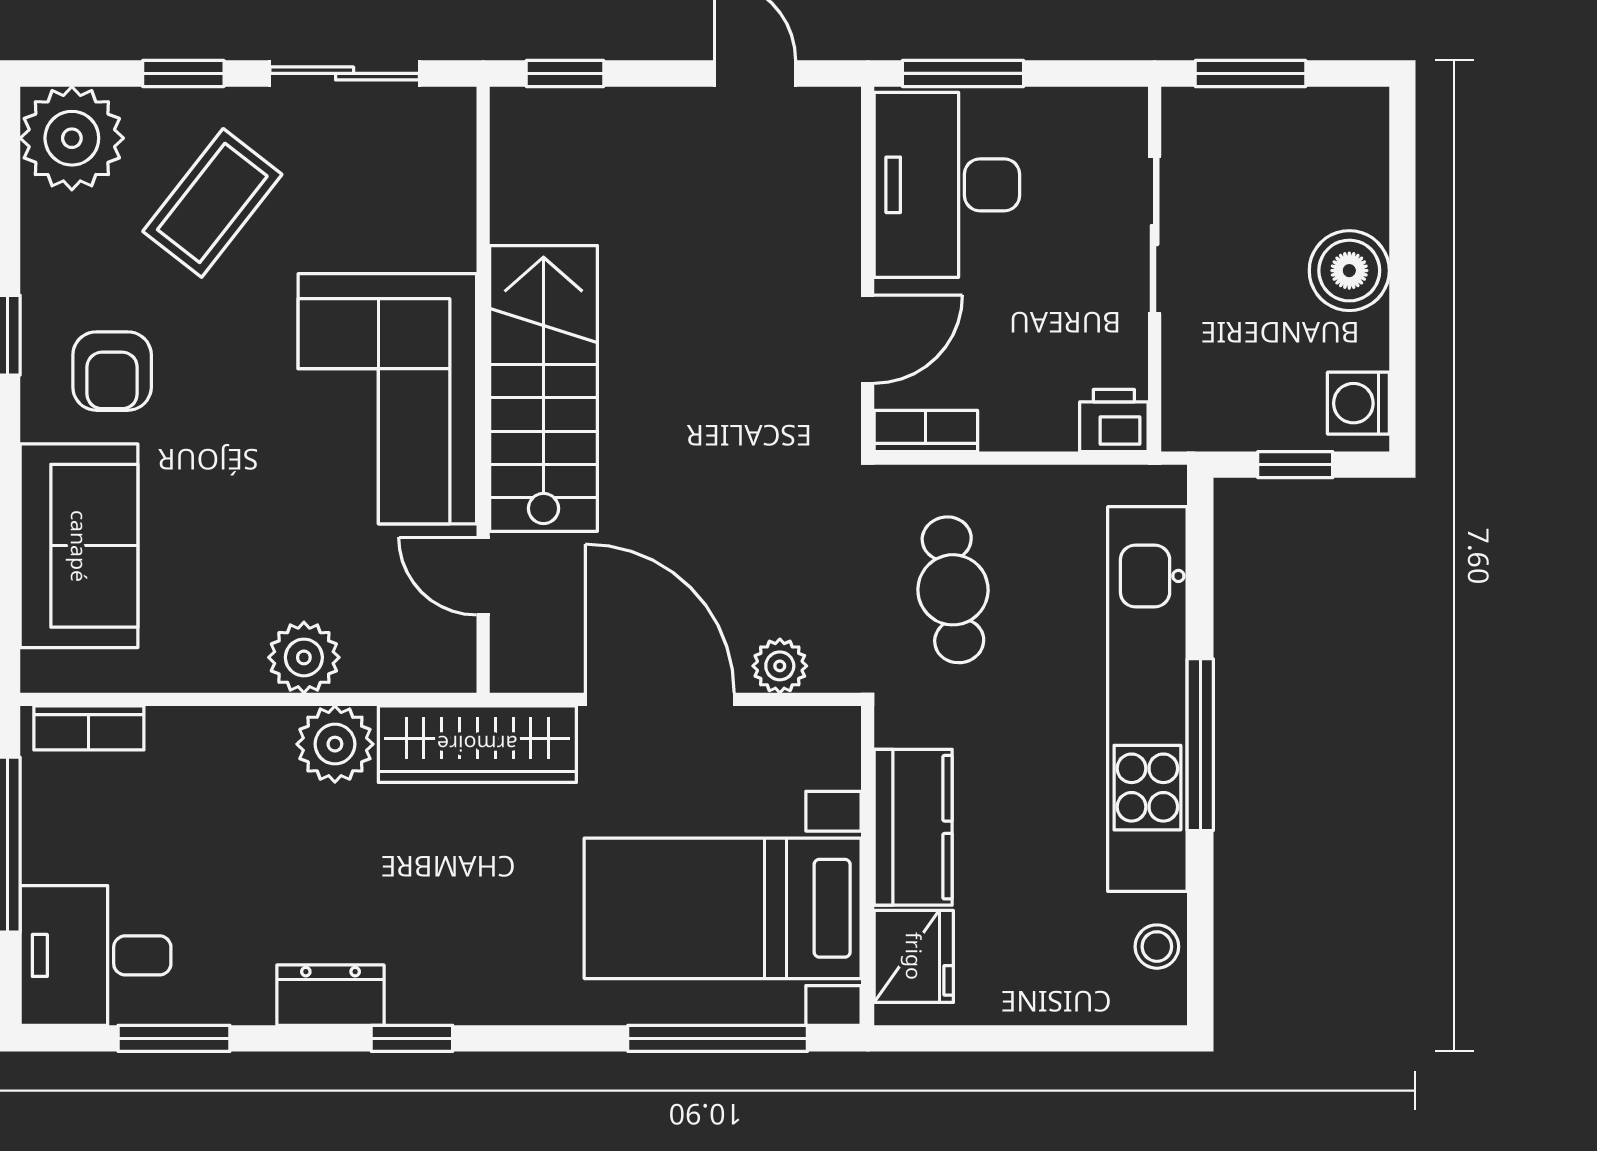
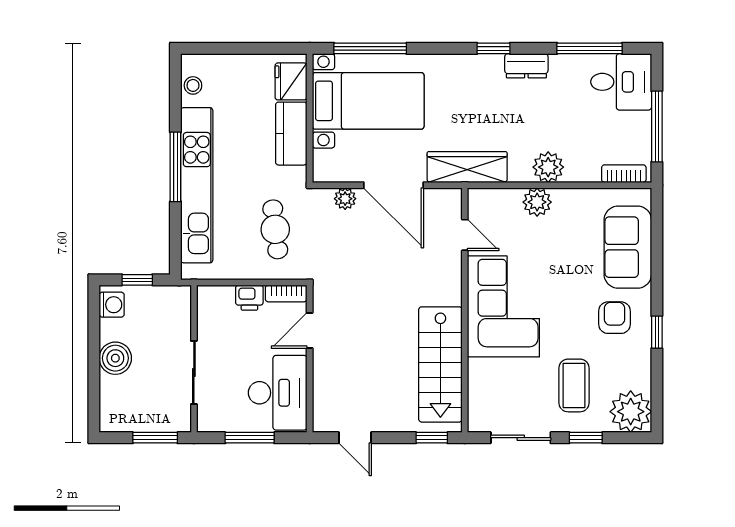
window: (963, 73) -> (250, 438), moved
coffee table: (212, 203) -> (574, 385), turned -38
stairs: (543, 388) -> (440, 364), moved
printer: (1114, 420) -> (249, 298), moved
plant: (335, 744) -> (548, 167), moved
window: (174, 1038) -> (590, 48), width x1.44

